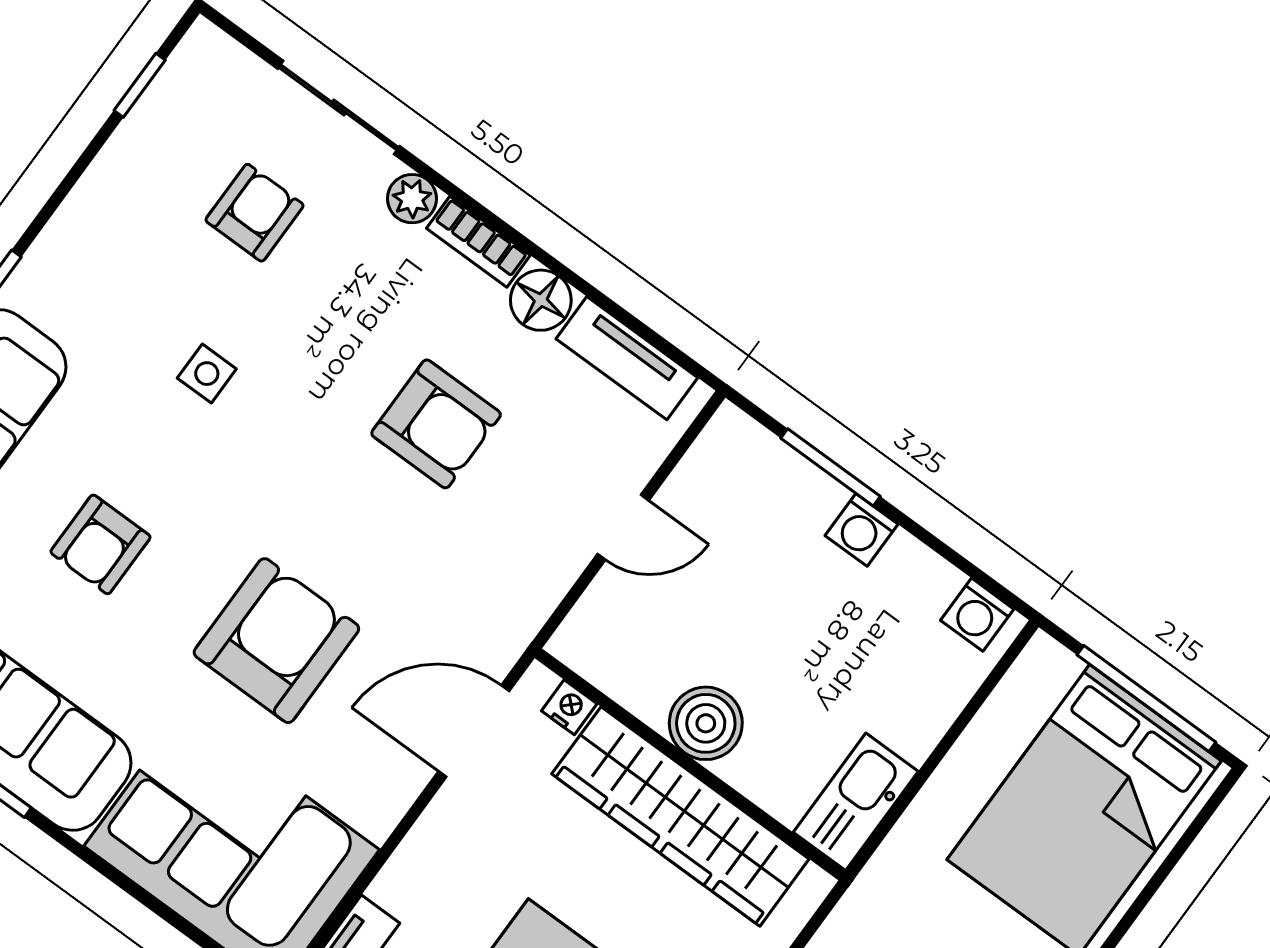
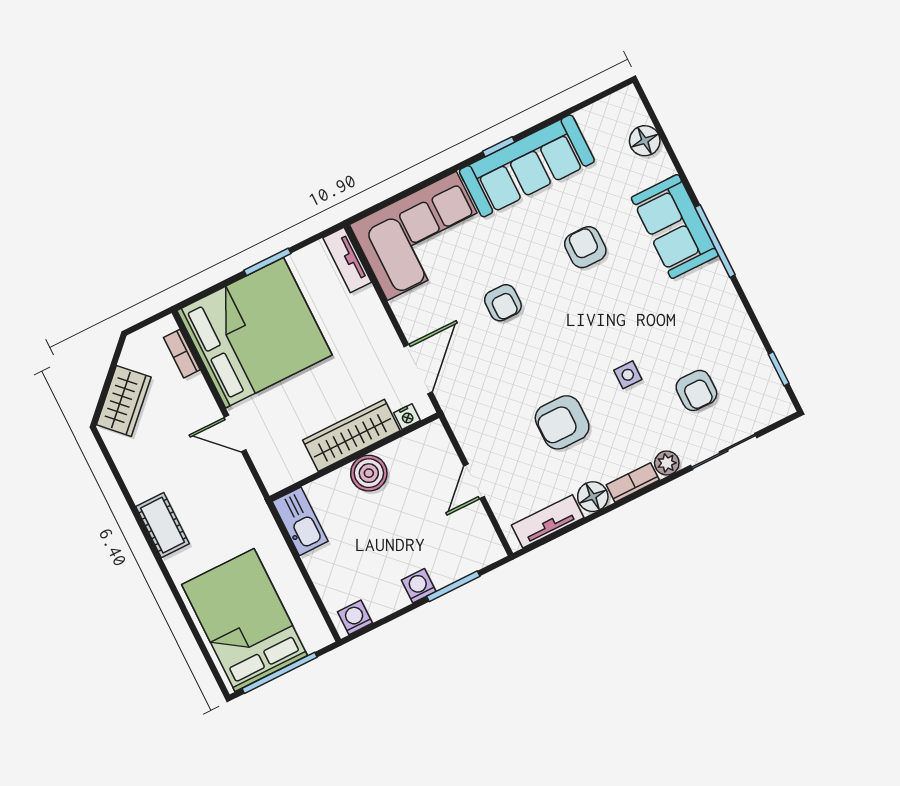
side table: (207, 374) -> (628, 375), moved
armchair: (276, 641) -> (503, 303), width x0.53, depth x0.53
wardrobe: (680, 816) -> (351, 435), width x0.71, depth x0.85

